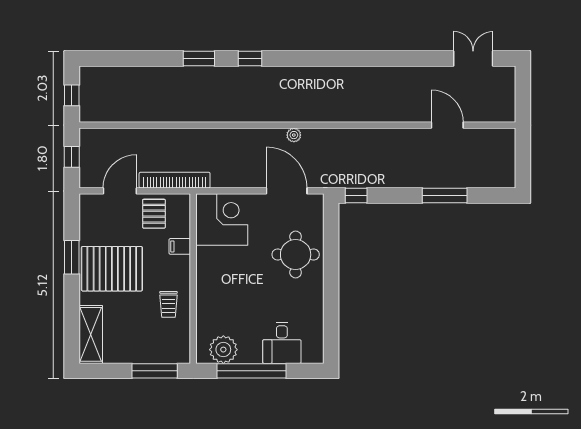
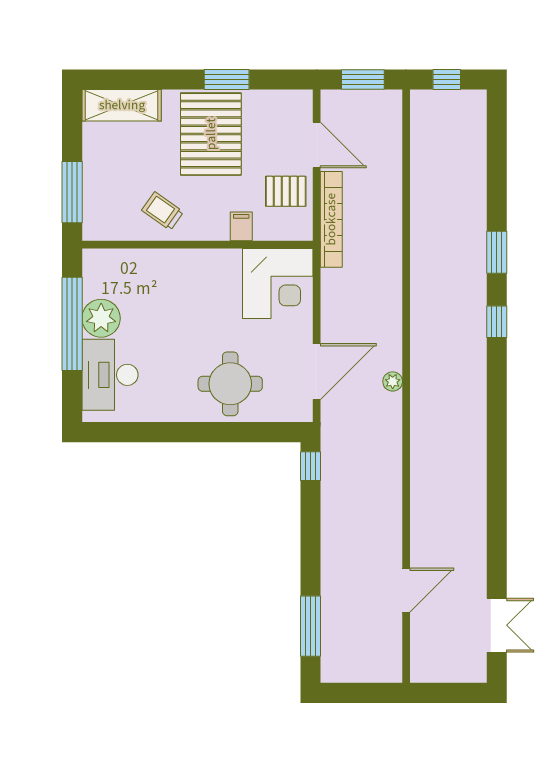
window: (72, 157) -> (363, 79), width x1.50
window: (445, 195) -> (310, 626), moved
trolley: (168, 304) -> (163, 211), turned 35
desk: (282, 343) -> (110, 375), width x1.37
plant: (223, 350) -> (101, 318), moved

